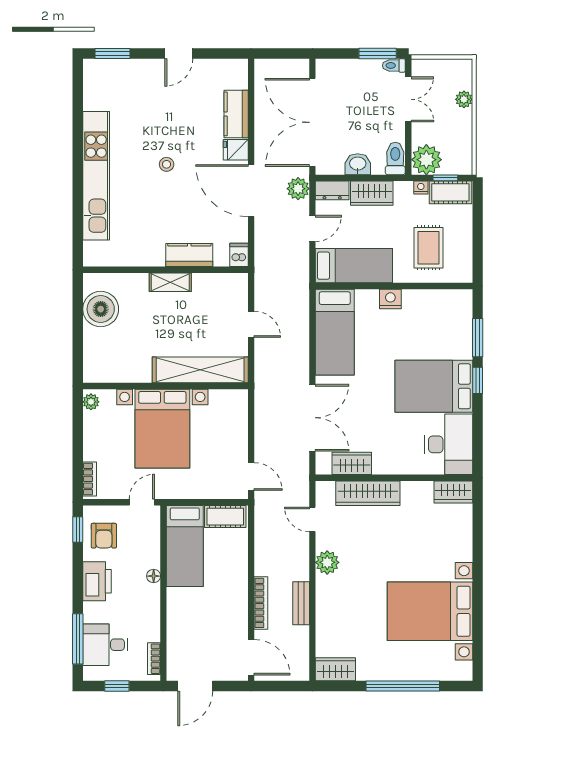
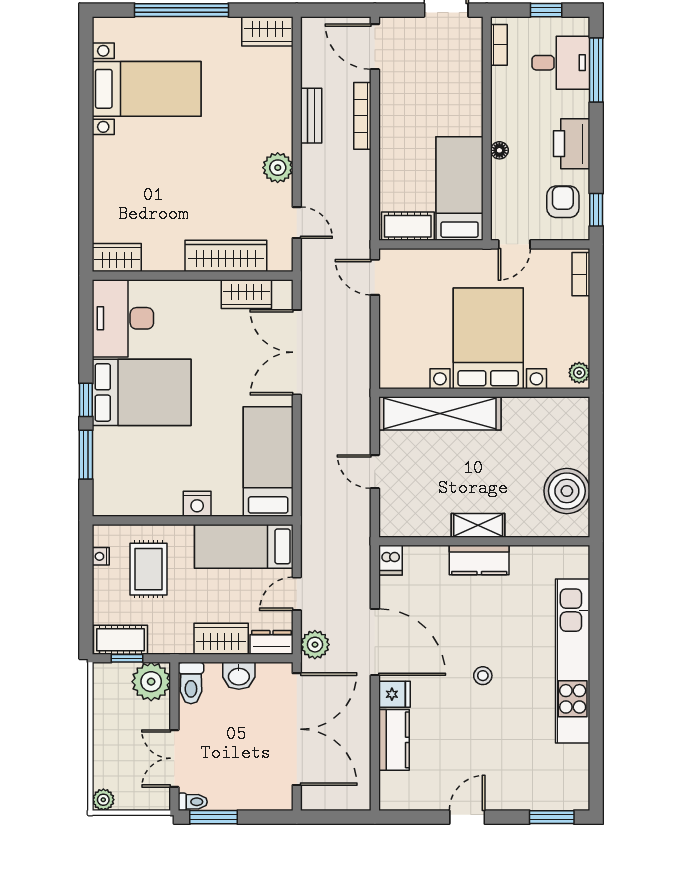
plant: (464, 99) -> (103, 800), moved
nightstand: (421, 188) -> (101, 556), moved, turned 90
kitchen counter: (189, 255) -> (479, 560), moved
bed with nightstands: (430, 611) -> (147, 89), width x0.73

